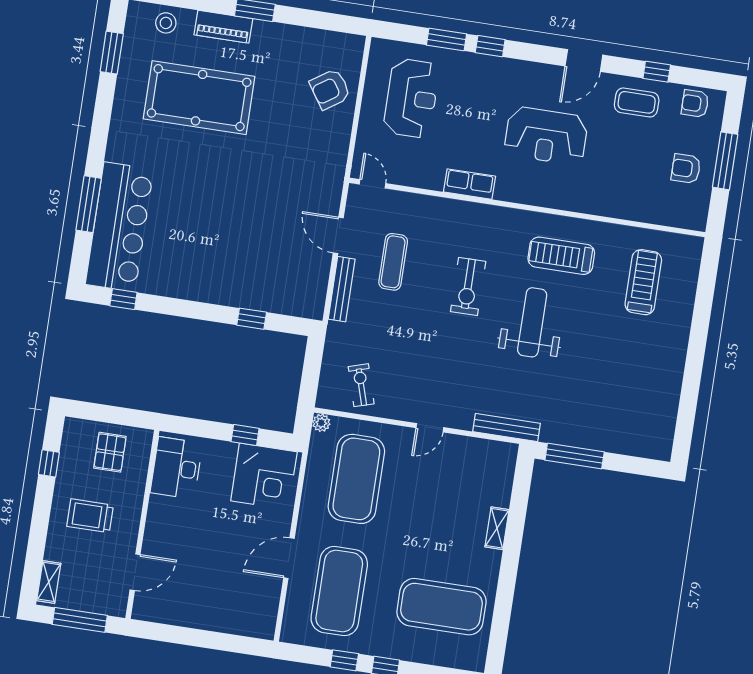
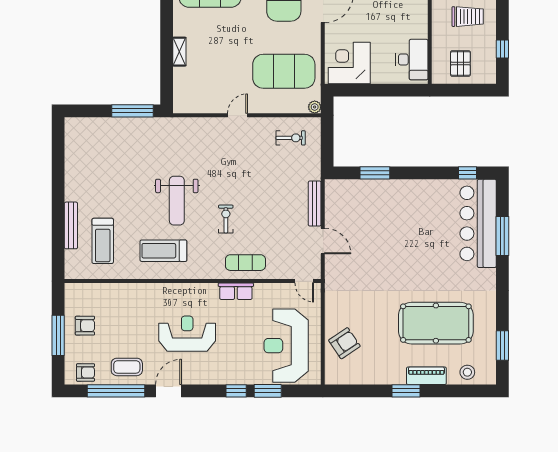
window: (657, 72) -> (116, 391), width x3.17
reception desk: (411, 98) -> (286, 346), width x1.36, depth x1.30
treadmill: (561, 256) -> (163, 251), turned 180
exercise mat: (393, 262) -> (245, 263), moved, turned 90
exercise bike: (468, 287) -> (226, 219), width x0.73, depth x0.72
window: (252, 319) -> (375, 173), width x1.50
exercise bike: (361, 385) -> (291, 138), turned -73
bench: (506, 427) -> (71, 225), moved, turned 90
window: (245, 435) -> (367, 90), removed
exercise mat: (356, 479) -> (284, 71), turned 90

